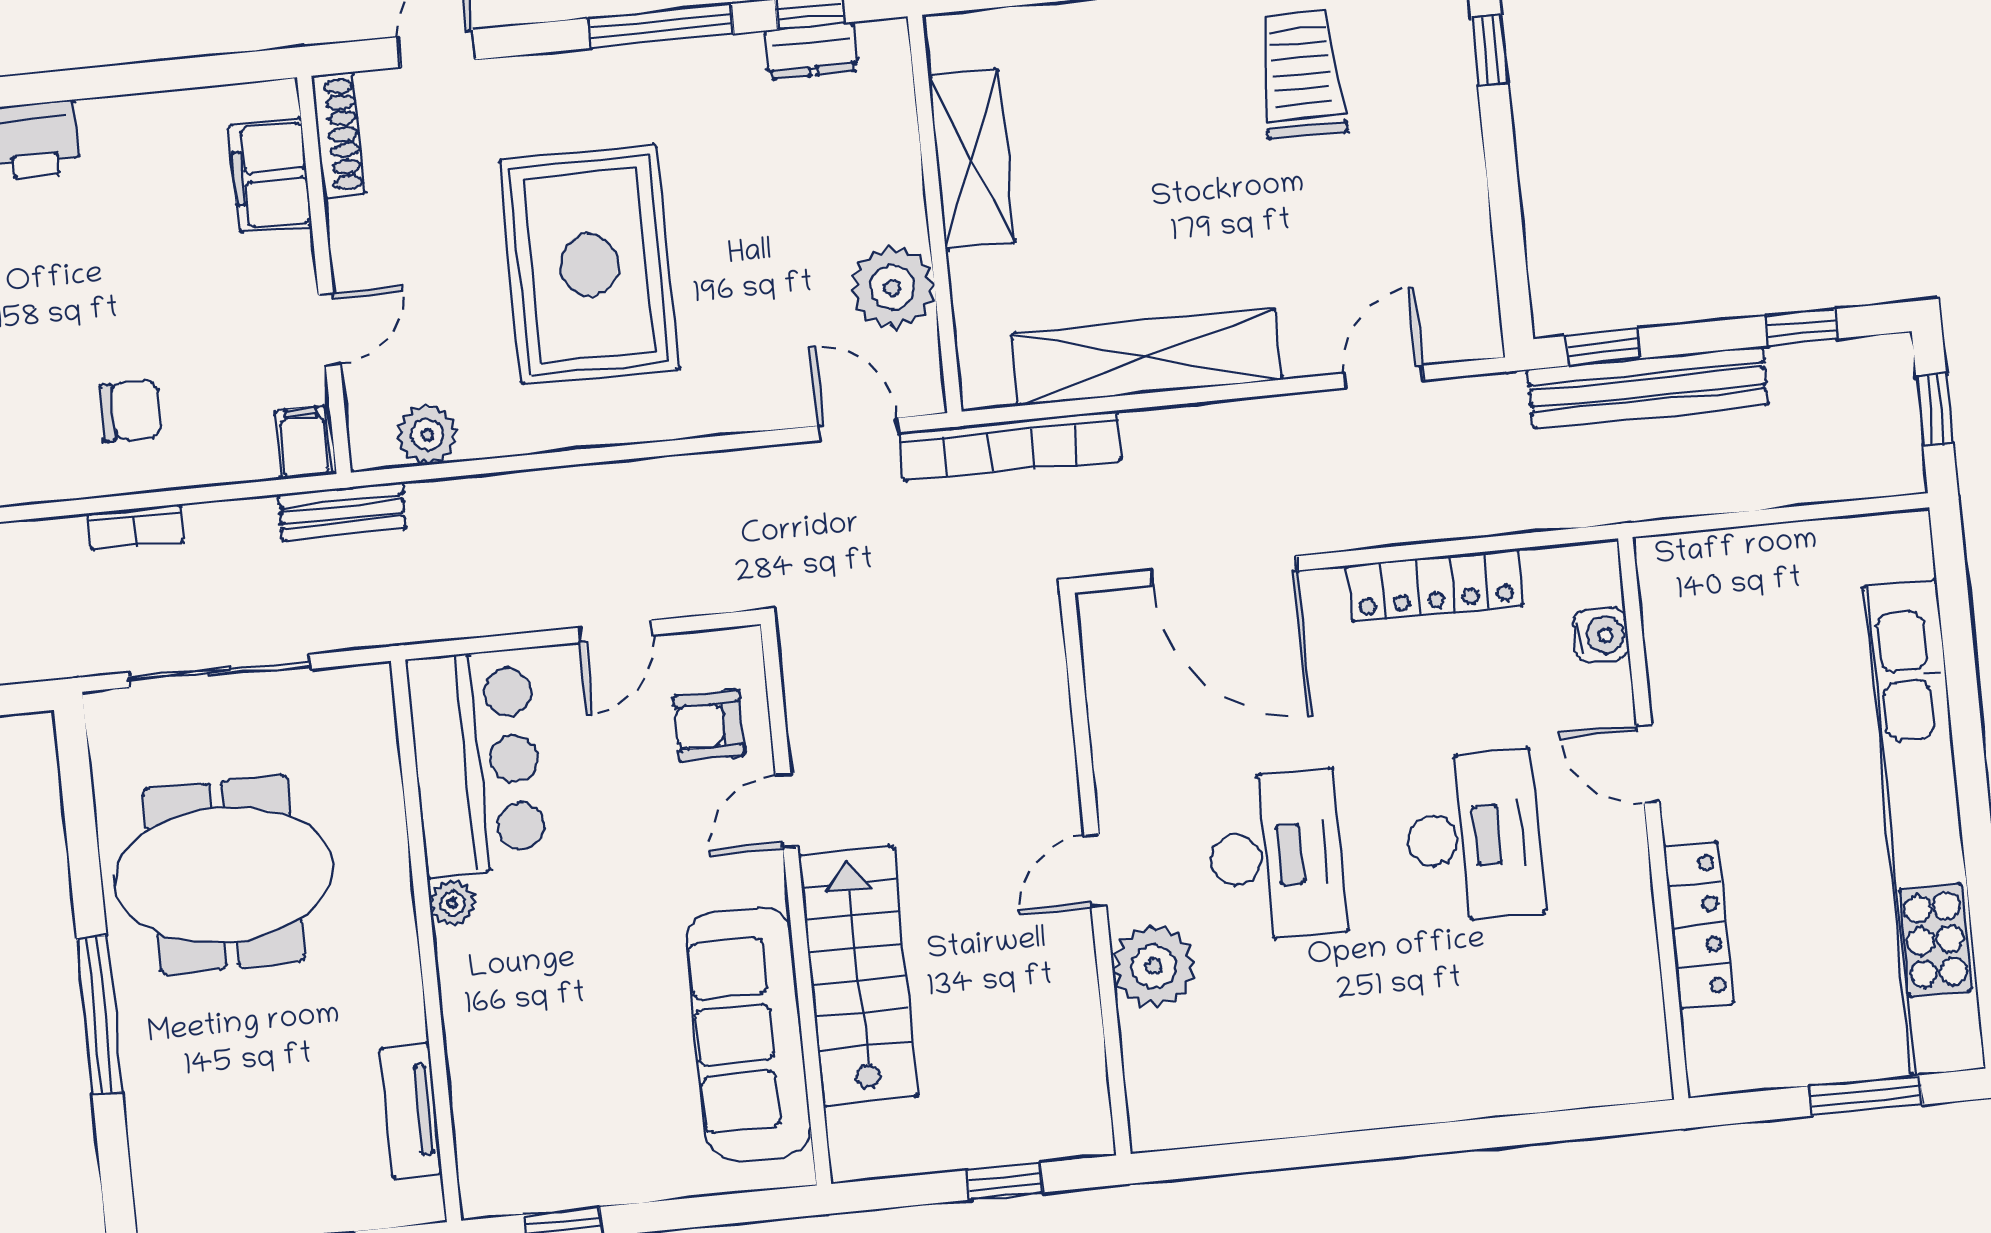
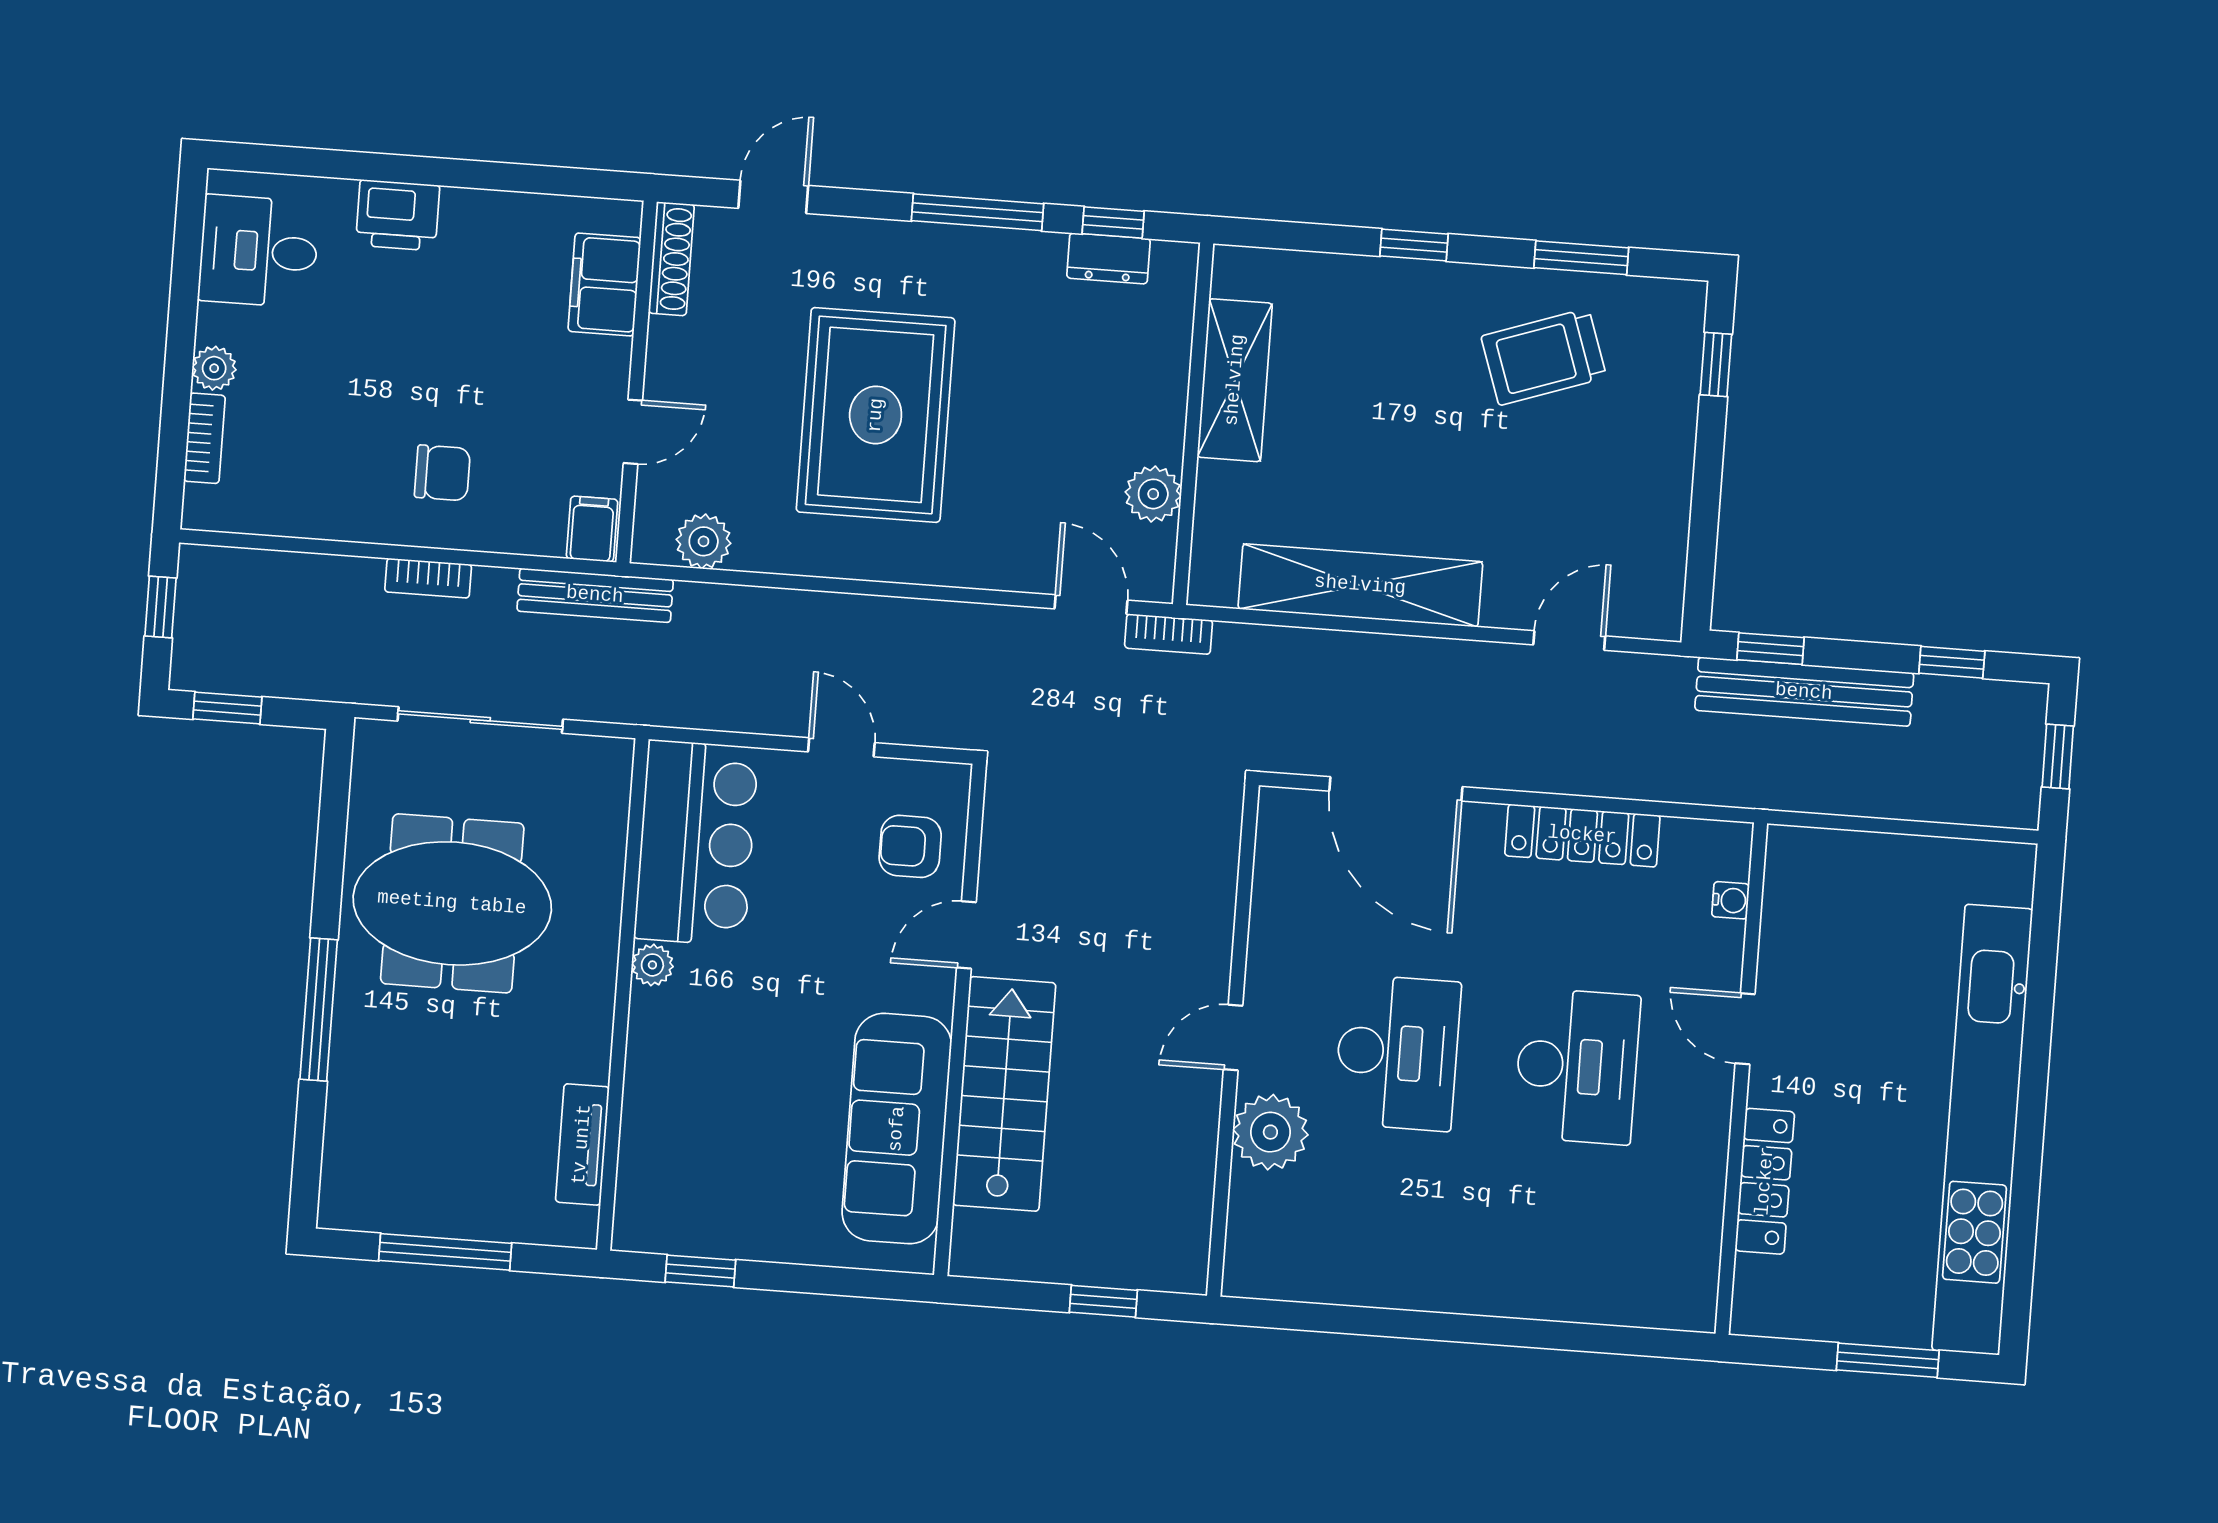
trolley: (1302, 74) -> (1544, 357), turned -109
plant: (892, 287) -> (1153, 494), width x0.73, depth x0.73
bookcase: (1011, 446) -> (1169, 634), width x0.43, depth x0.76
bench: (342, 512) -> (595, 595), width x1.36
door: (616, 631) -> (841, 747), swing flipped
water cooler: (1601, 636) -> (1731, 900), width x0.72, depth x0.72

